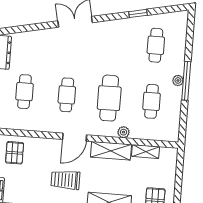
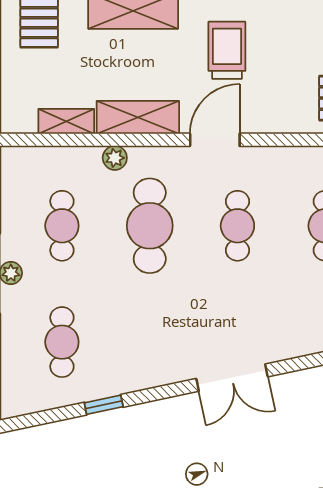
trolley: (65, 180) -> (227, 50), turned -90

